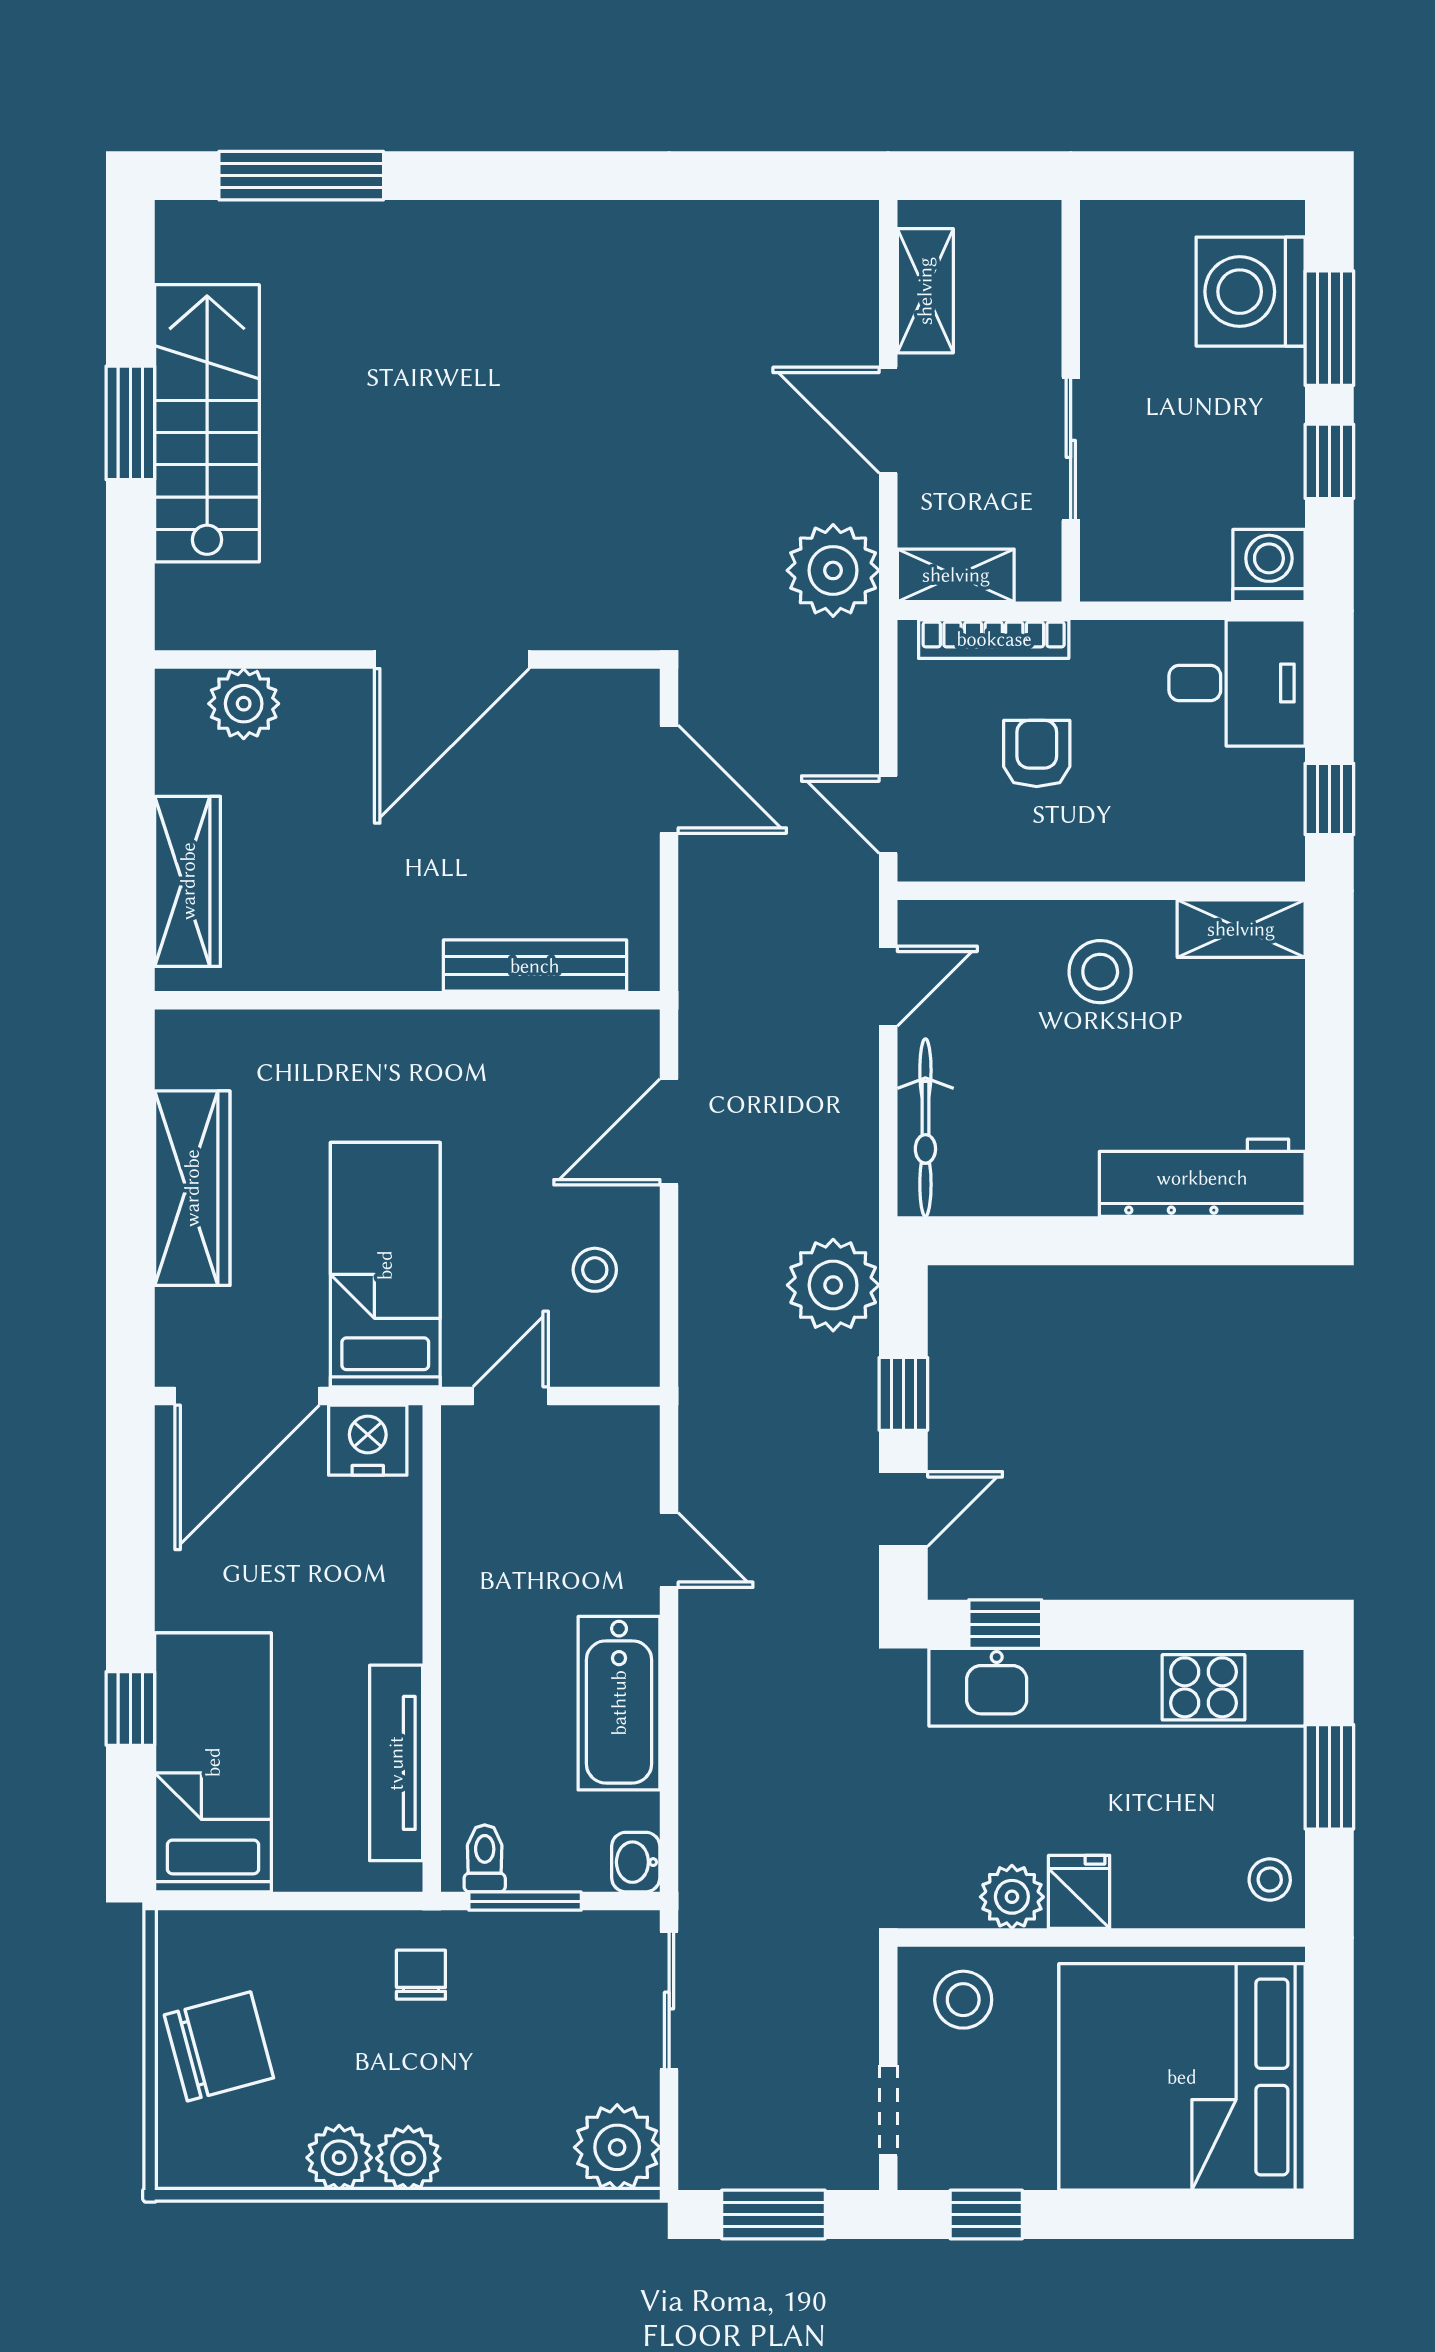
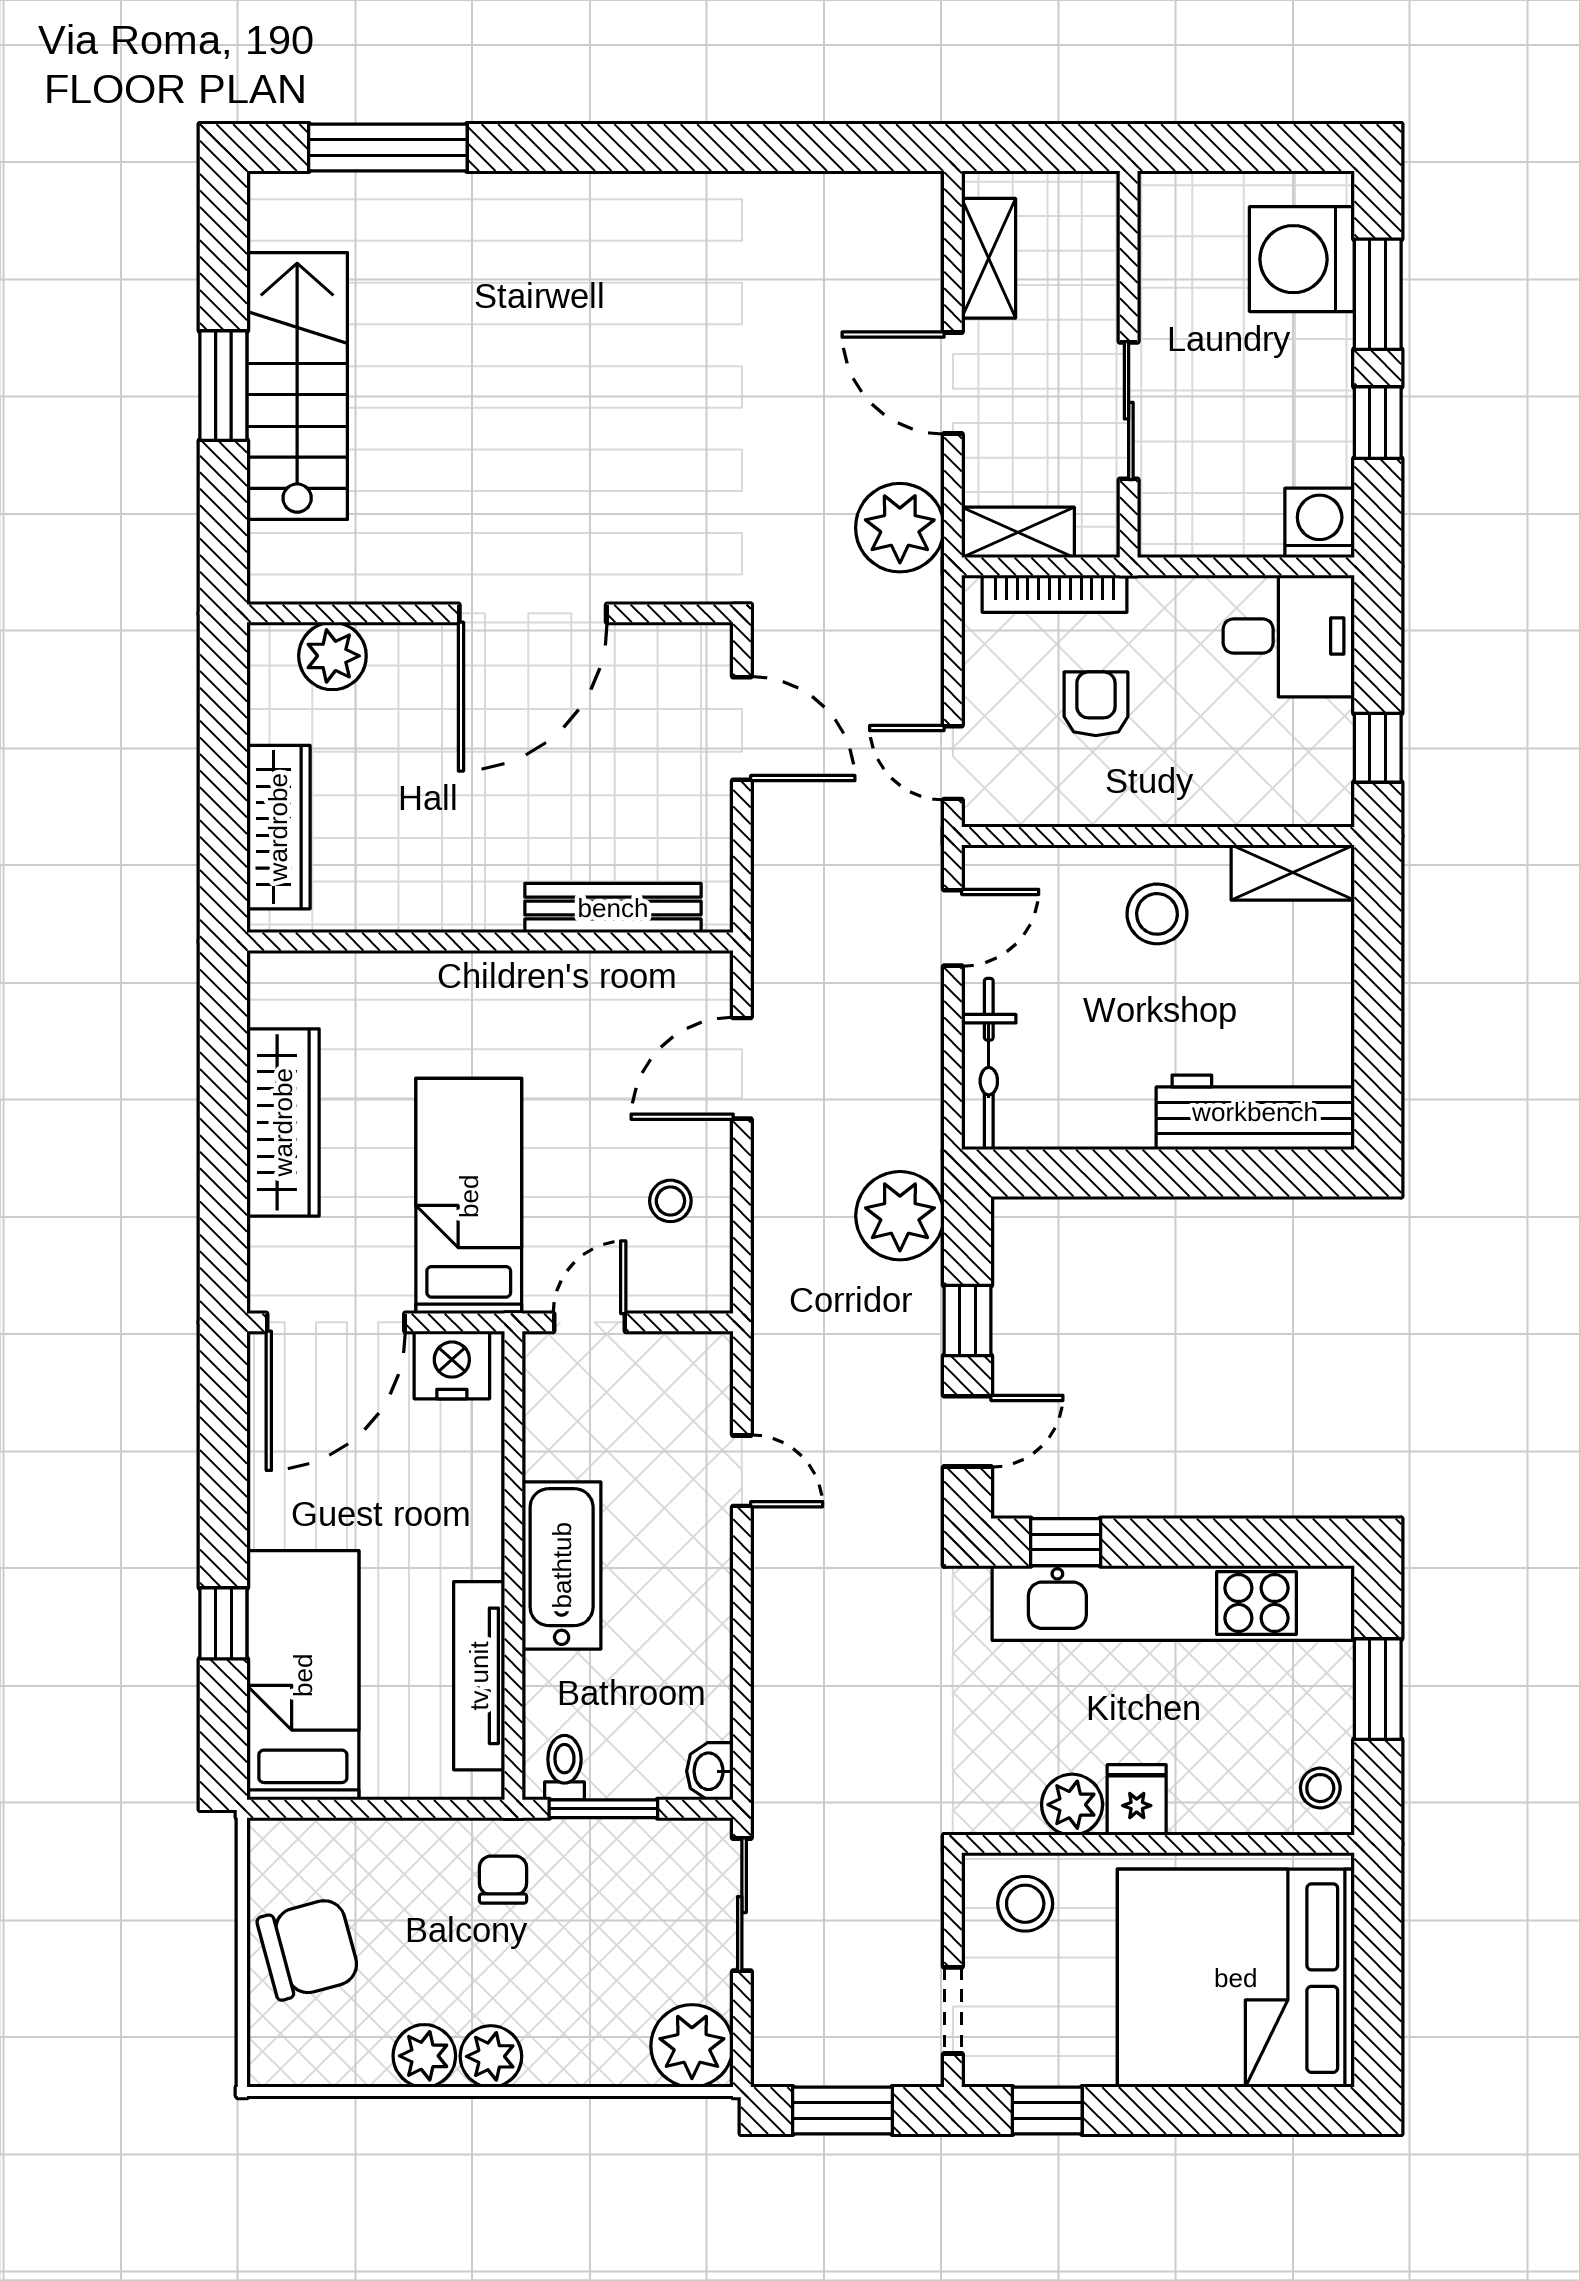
bathtub: (619, 1703) -> (562, 1565), moved, turned 180

